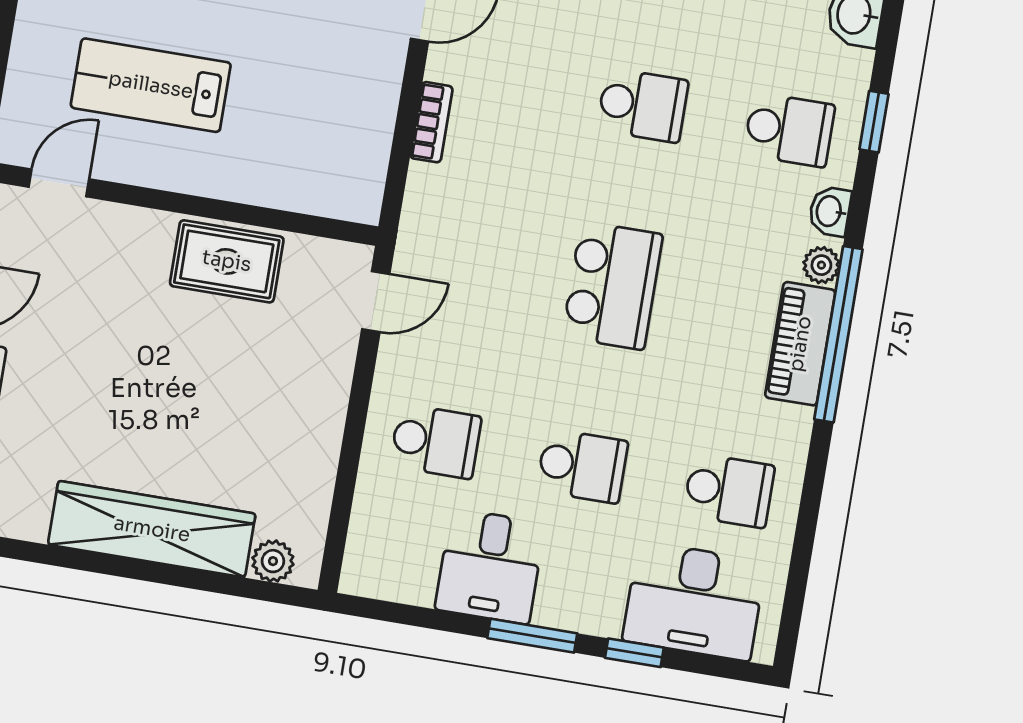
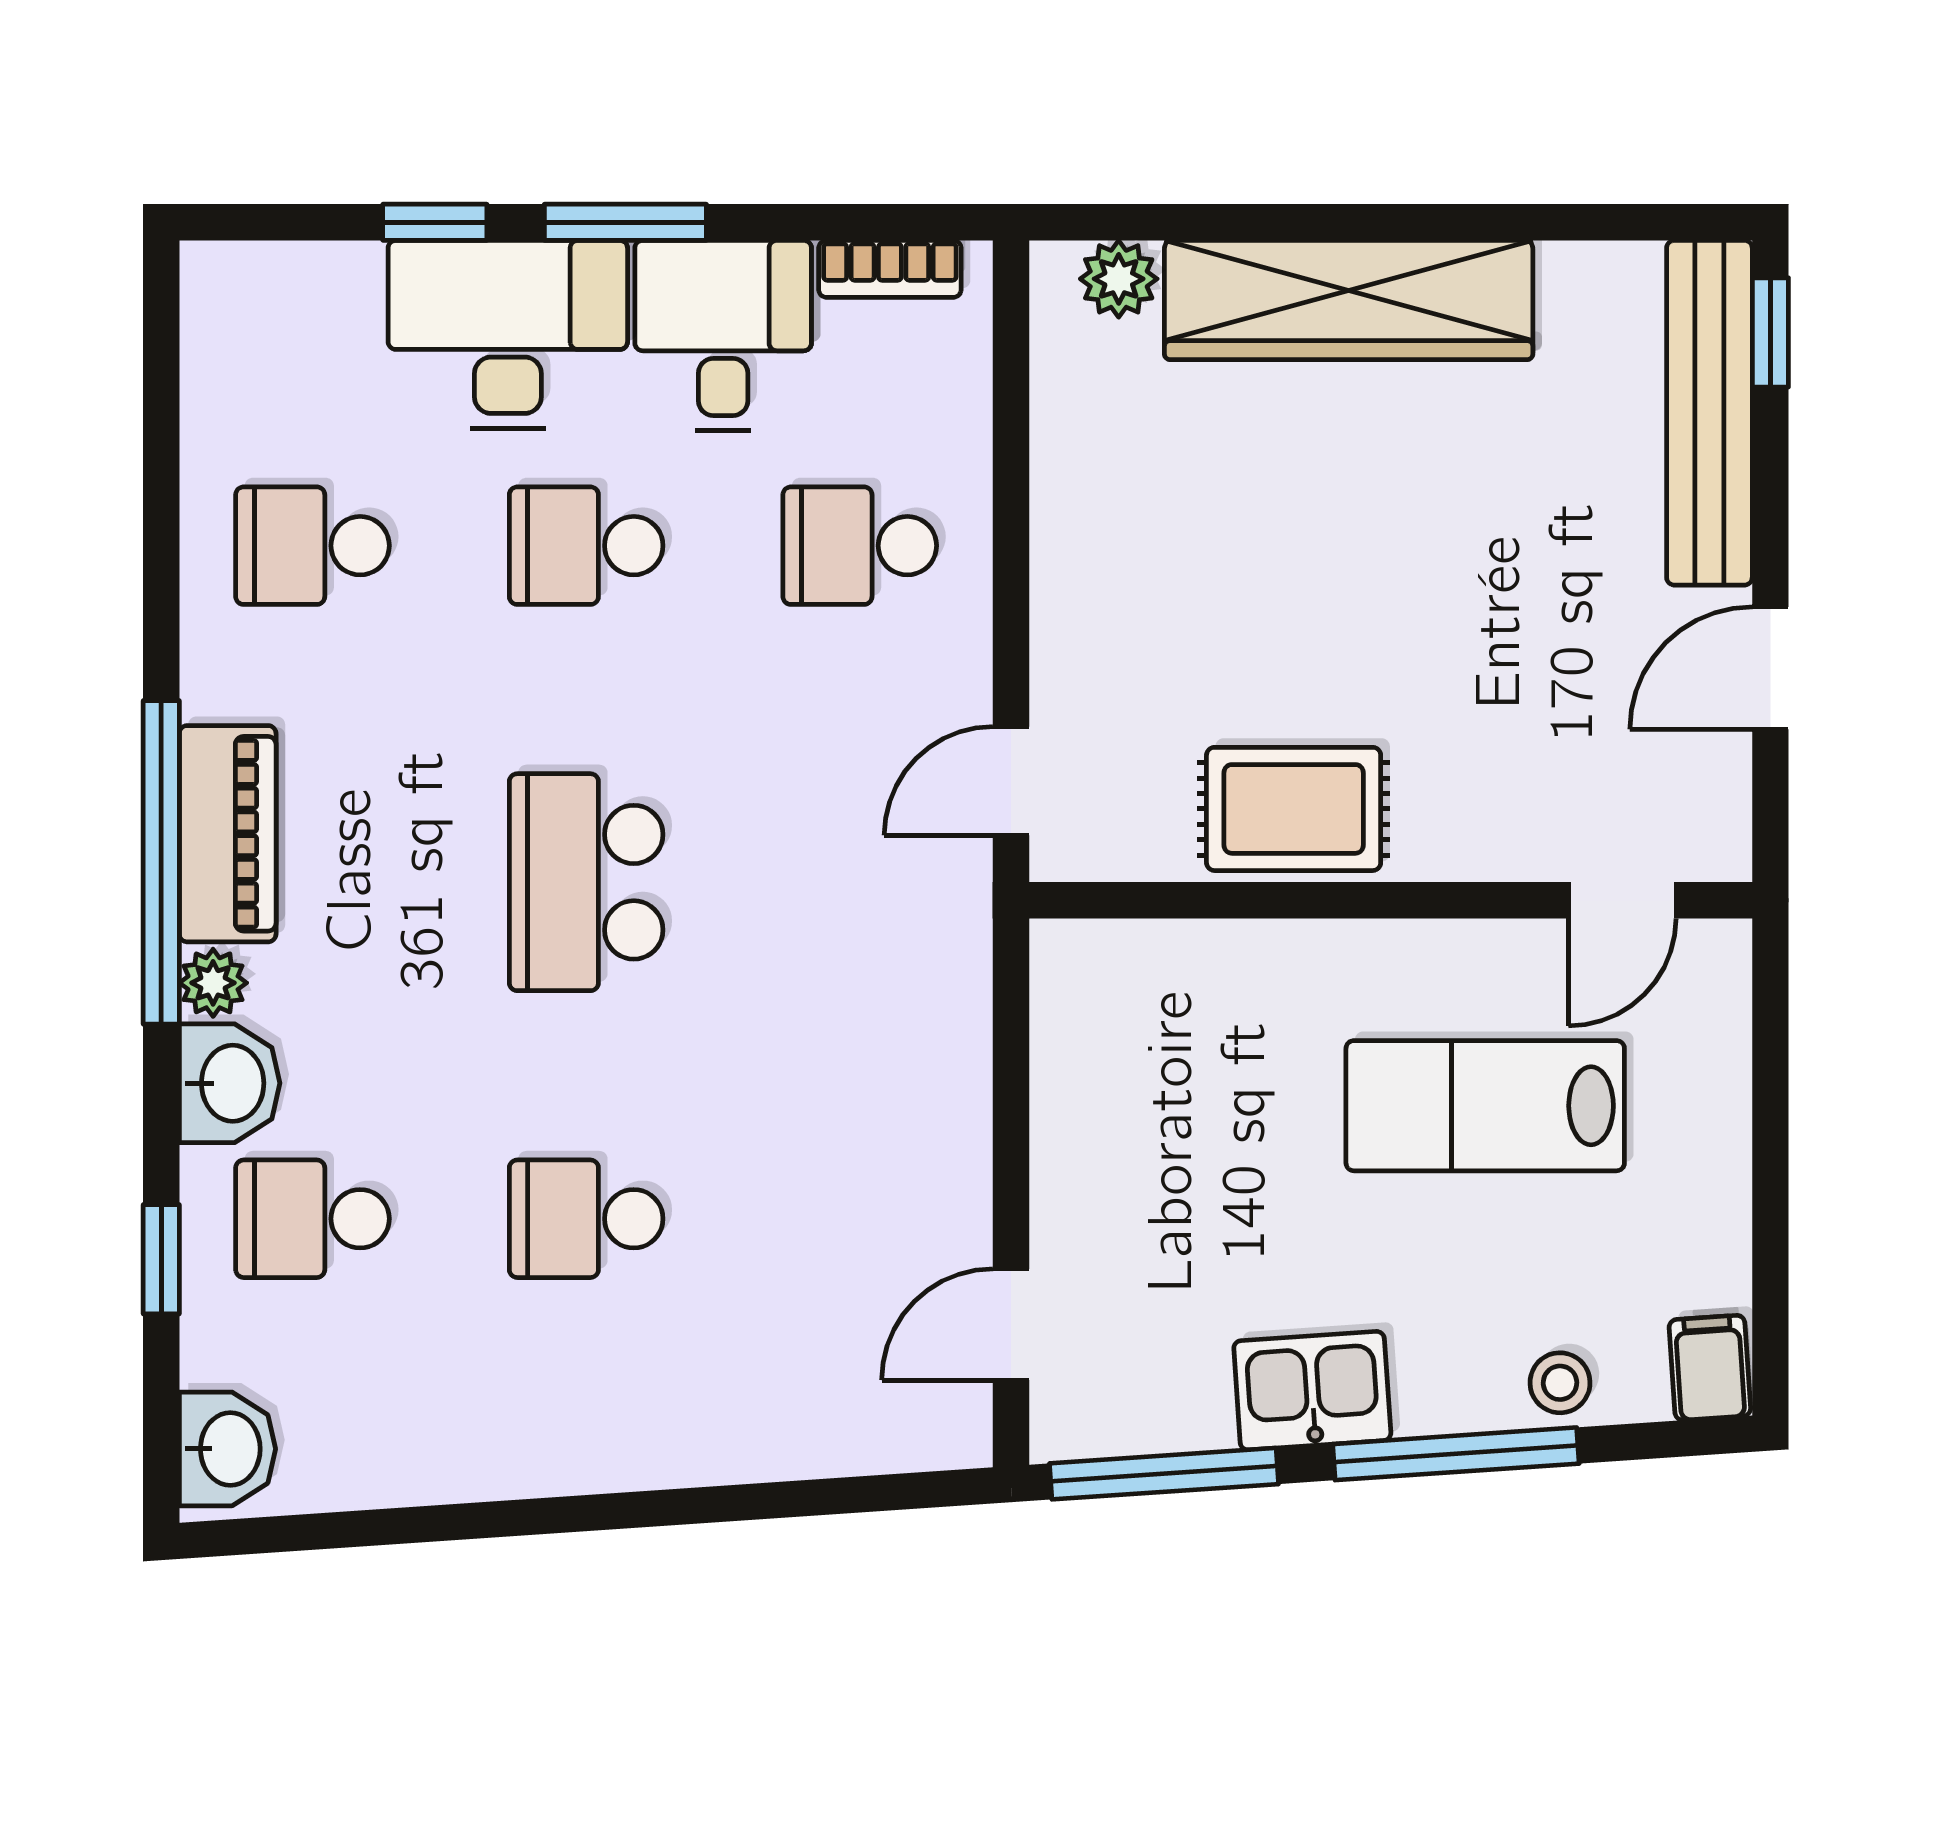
lab bench: (151, 85) -> (1485, 1106), turned 180
bookcase: (431, 122) -> (890, 269), moved, turned -90
washbasin: (830, 211) -> (230, 1083), width x1.38, depth x1.45
desk: (694, 601) -> (508, 334), moved

